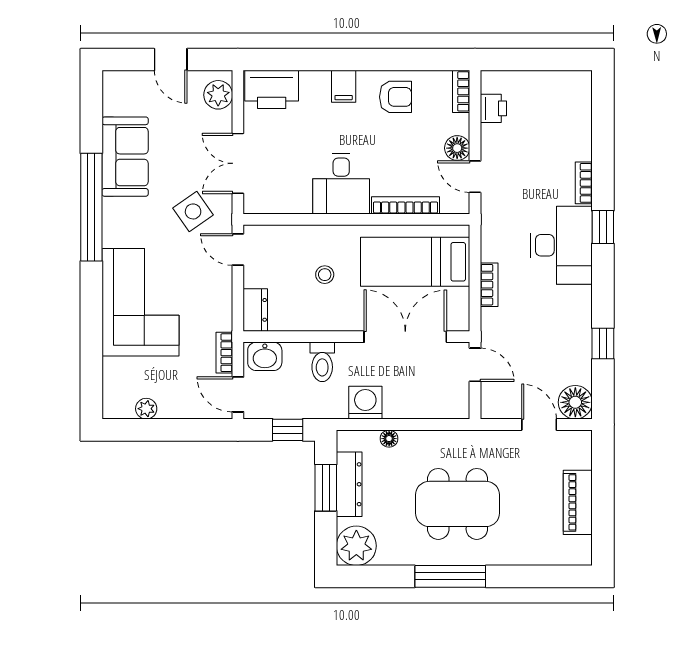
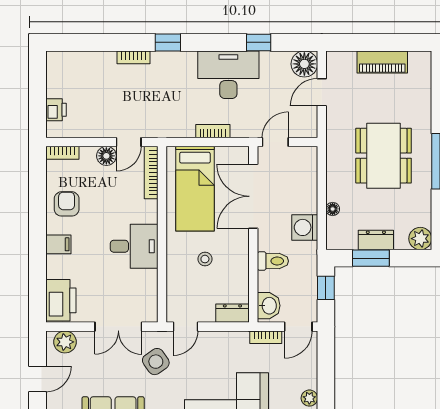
printer: (493, 108) -> (56, 110), moved, turned 90
bookcase: (405, 205) -> (151, 173), moved
desk: (561, 245) -> (228, 75), moved
dresser: (349, 484) -> (376, 240), width x0.70
plant: (356, 546) -> (420, 239), width x0.73, depth x0.73

